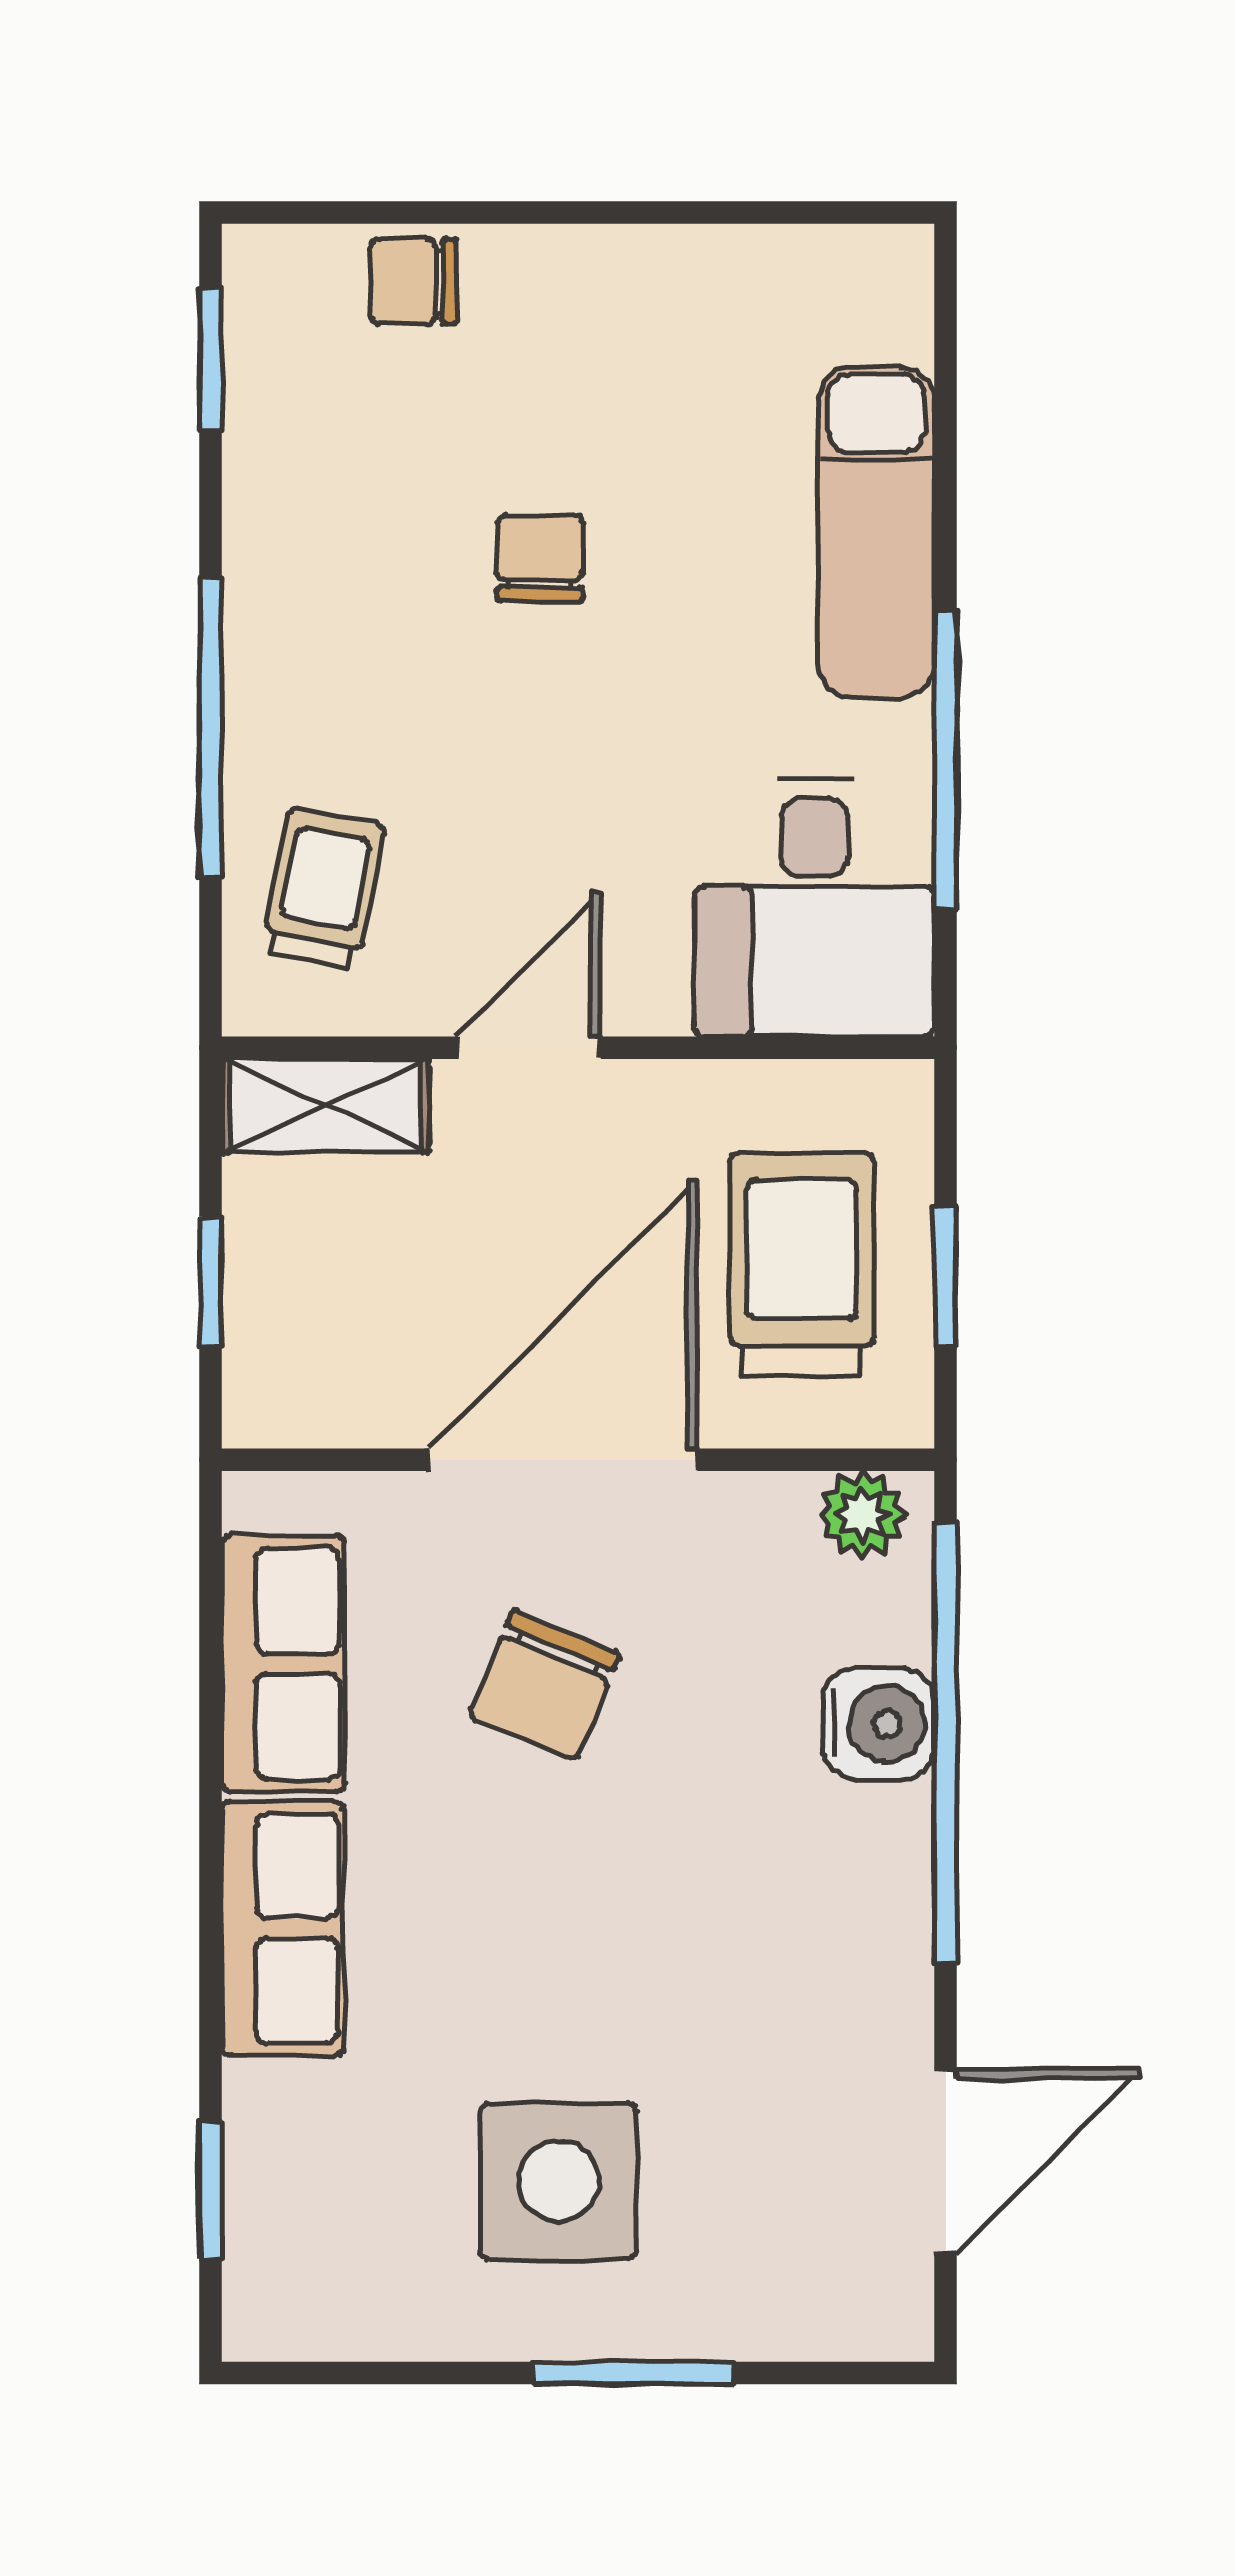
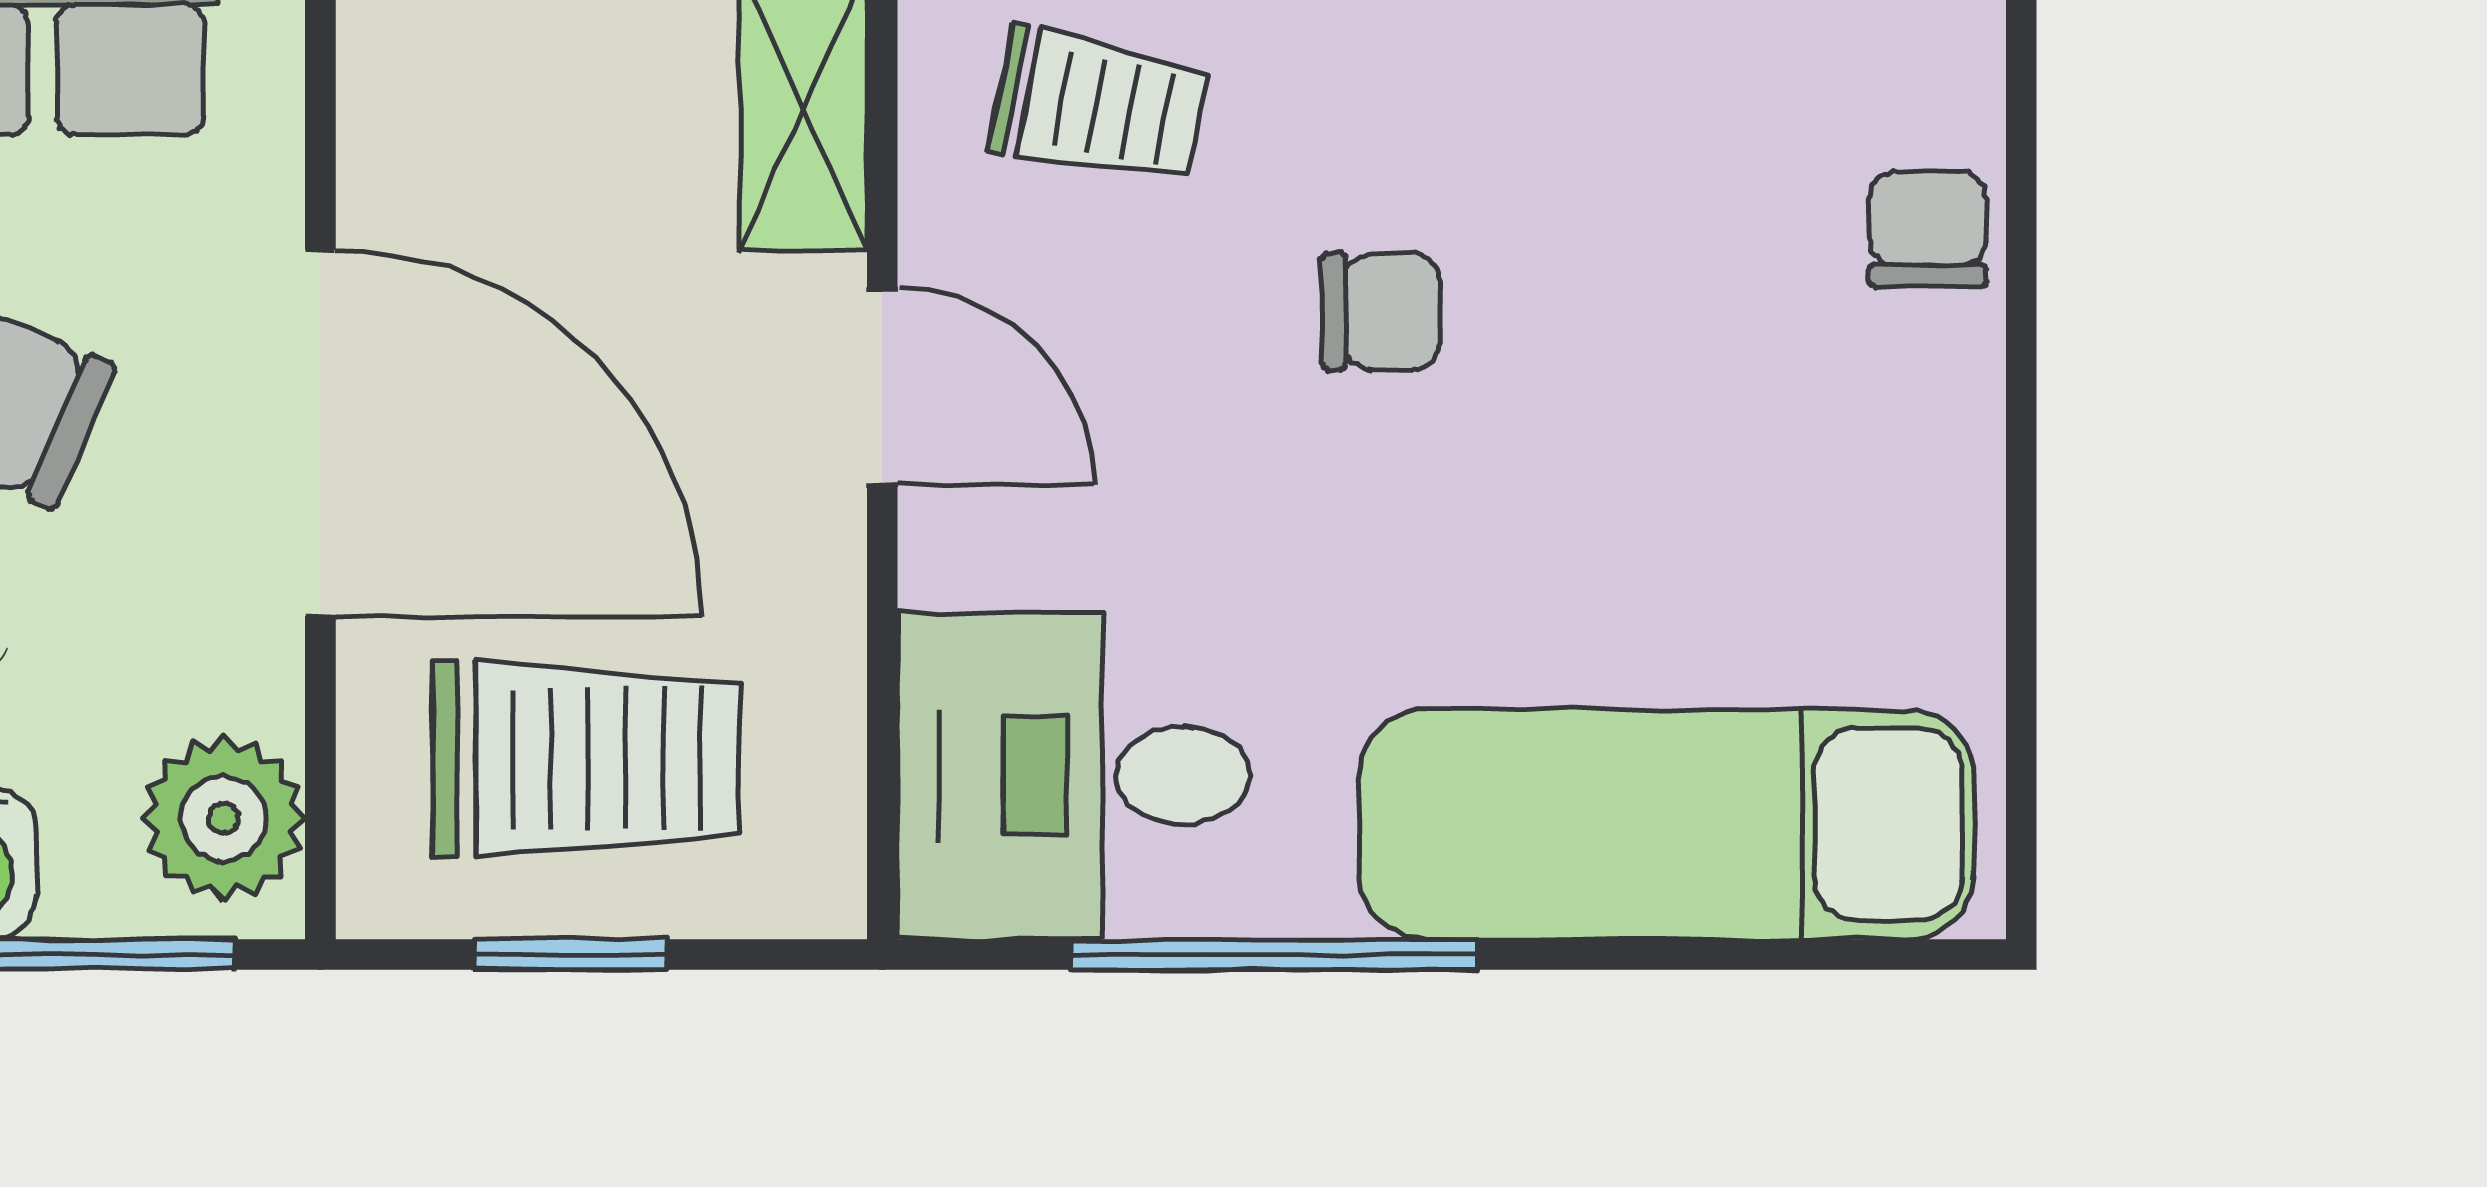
exam couch: (876, 533) -> (1667, 824), width x1.36, depth x1.45
chair: (540, 558) -> (1381, 311), moved
plant: (862, 1514) -> (223, 819), width x1.38, depth x1.38

